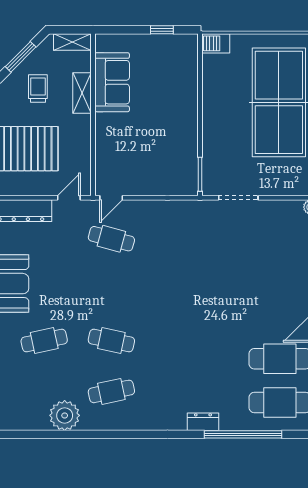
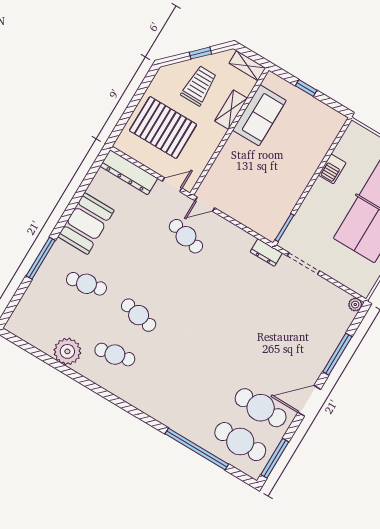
window: (162, 30) -> (306, 88), moved
barbecue: (216, 43) -> (332, 169), moved, turned -90
window: (21, 57) -> (200, 53), width x0.67
trolley: (38, 89) -> (199, 86), width x1.36, depth x1.39
dresser: (203, 422) -> (266, 253), moved, turned 180

